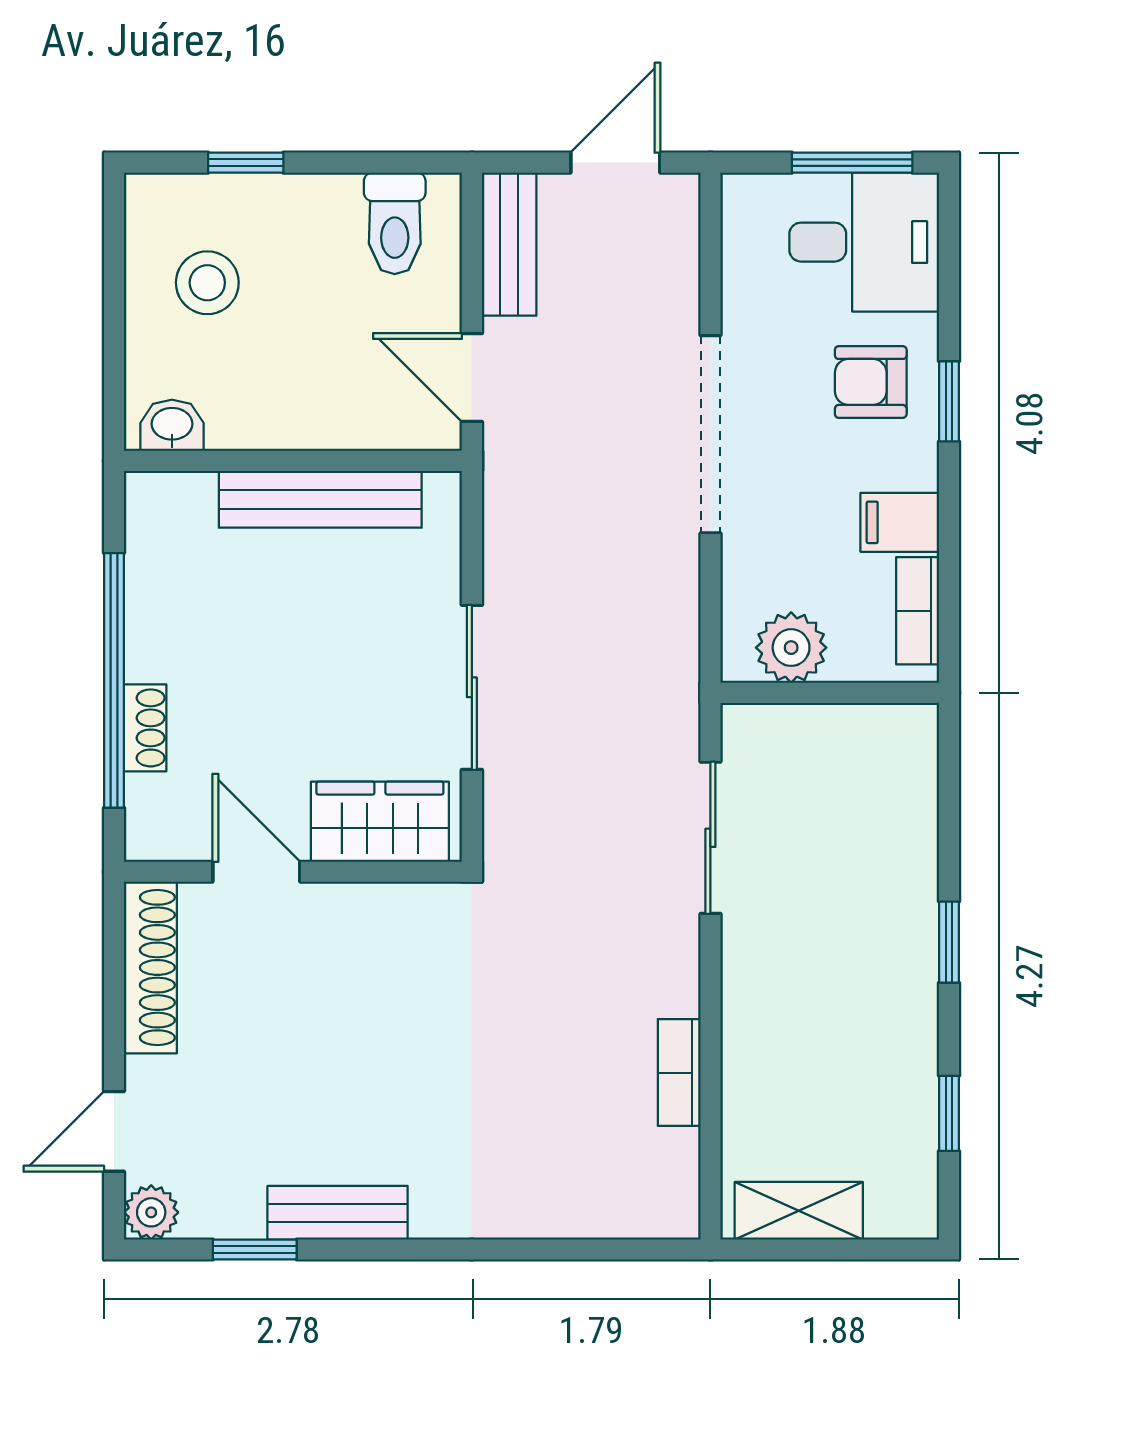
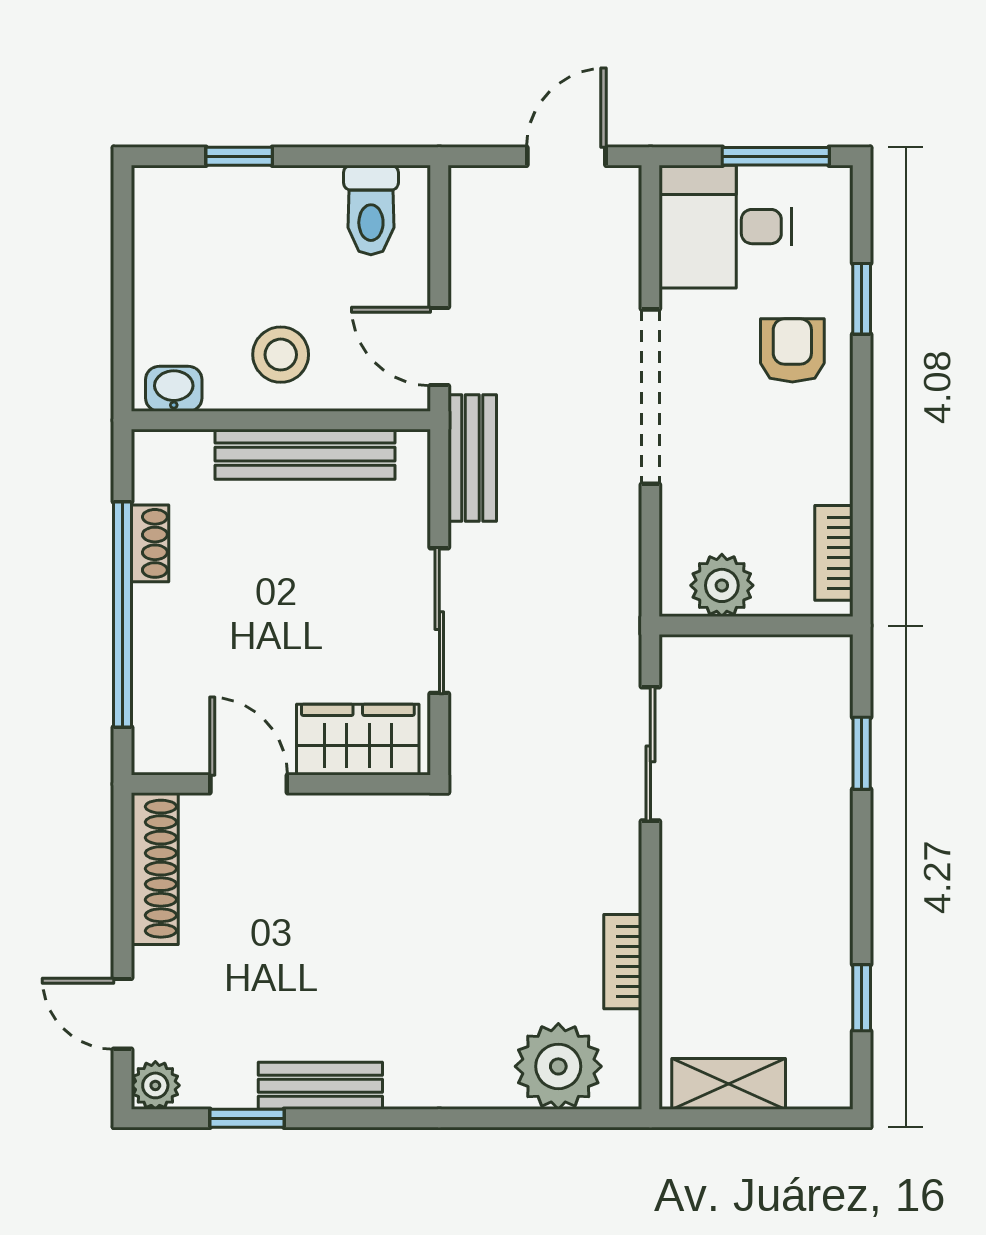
desk: (864, 242) -> (726, 227), moved, turned 180
bench: (509, 244) -> (472, 458), moved
stool: (207, 283) -> (281, 355), moved
armchair: (871, 382) -> (792, 350), turned 90
window: (949, 401) -> (862, 299), moved
filing cabinet: (900, 522) -> (818, 475), removed
shoe rack: (145, 728) -> (150, 543), moved
window: (949, 942) -> (862, 753), moved
door: (114, 1131) -> (123, 1014), hinge flipped
plant: (606, 1191) -> (558, 1066), added

